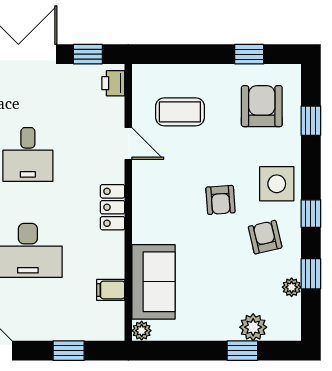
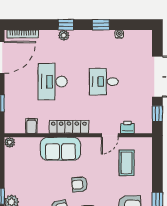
printer: (113, 83) -> (127, 127), moved
locker: (113, 207) -> (69, 127), width x1.53
sofa: (154, 282) -> (60, 149), moved

